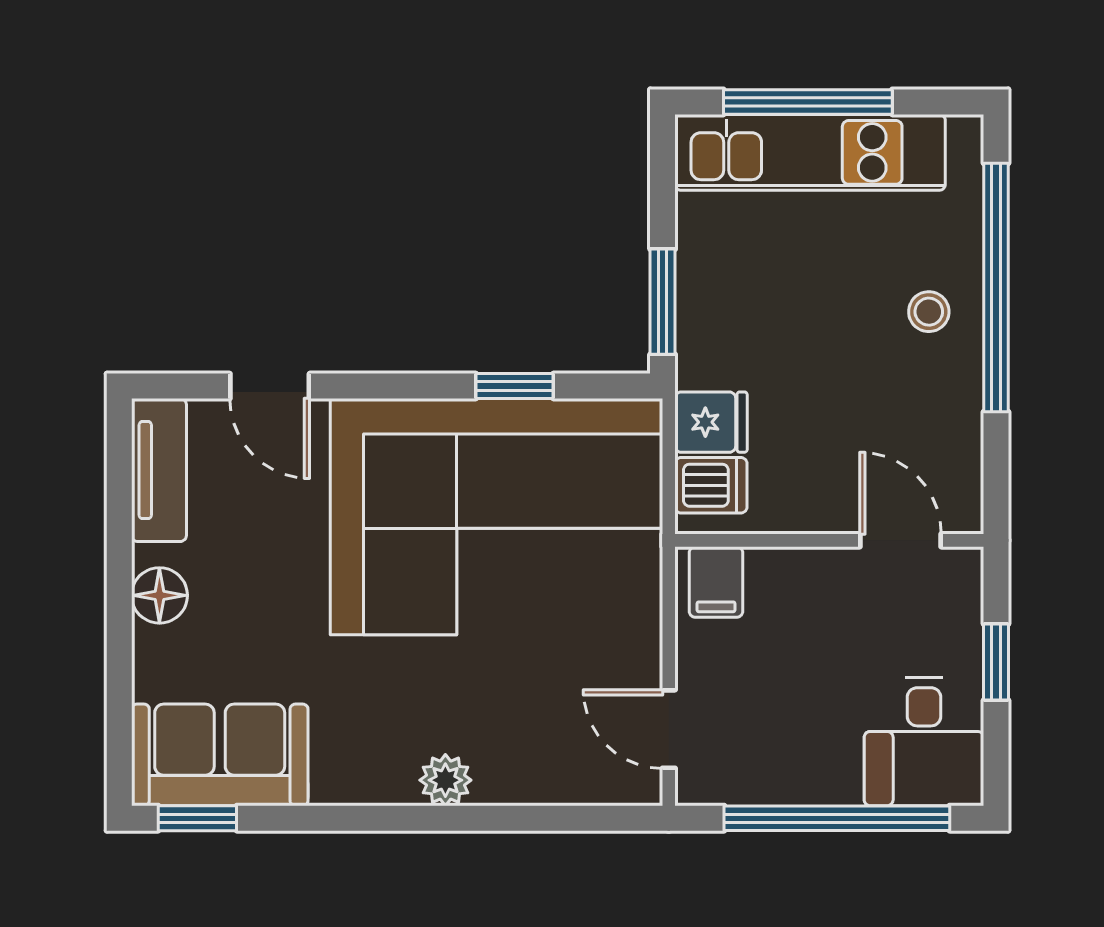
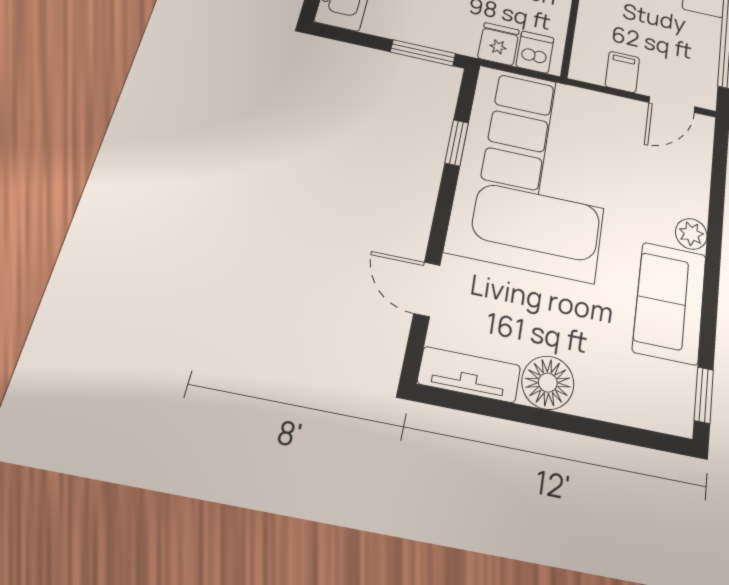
door: (270, 386) -> (427, 289), swing flipped
filing cabinet: (716, 582) -> (622, 72), moved, turned -90
floor lamp: (159, 595) -> (548, 383), width x1.38, depth x1.38
sofa: (220, 755) -> (670, 303), moved

